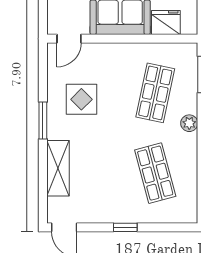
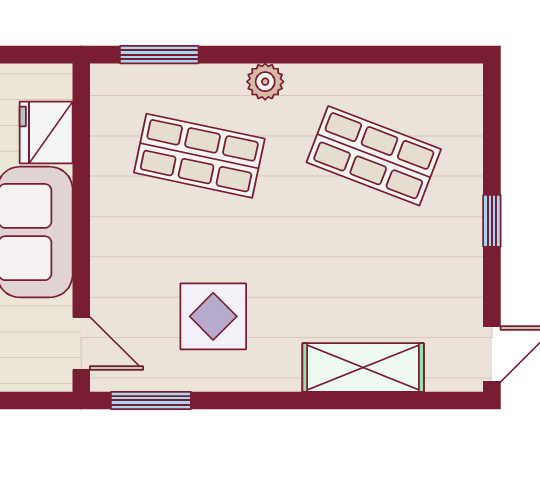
window: (43, 121) -> (151, 400), moved
shop shelf: (155, 173) -> (374, 156), turned 36

